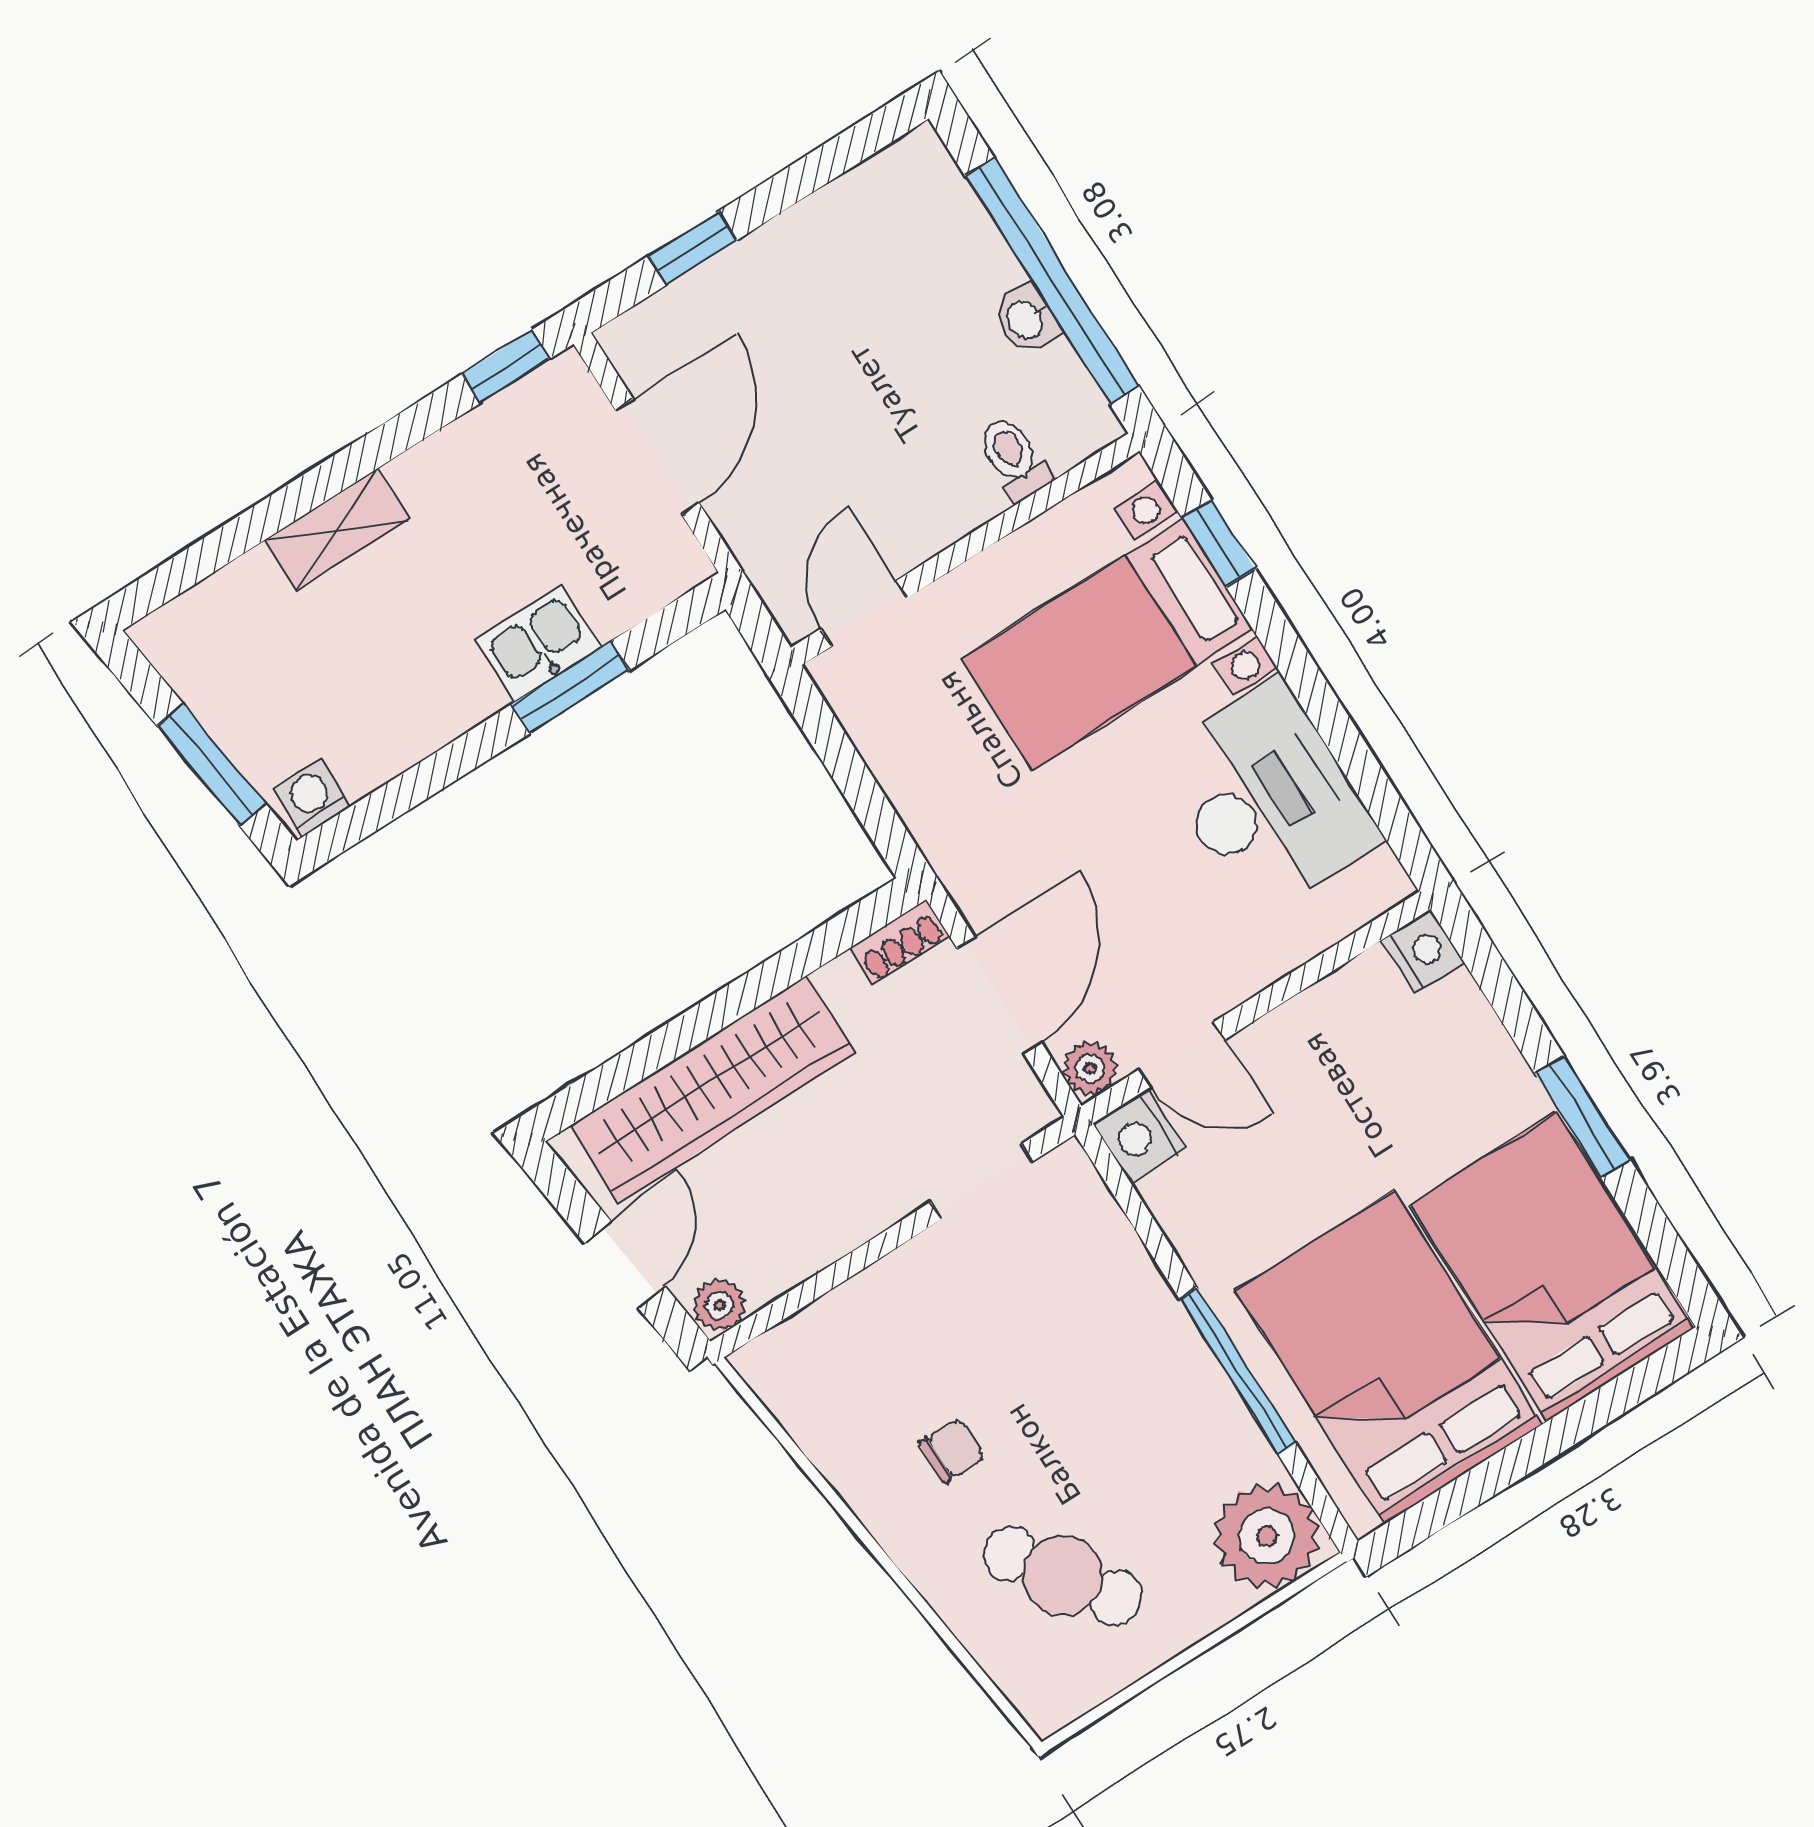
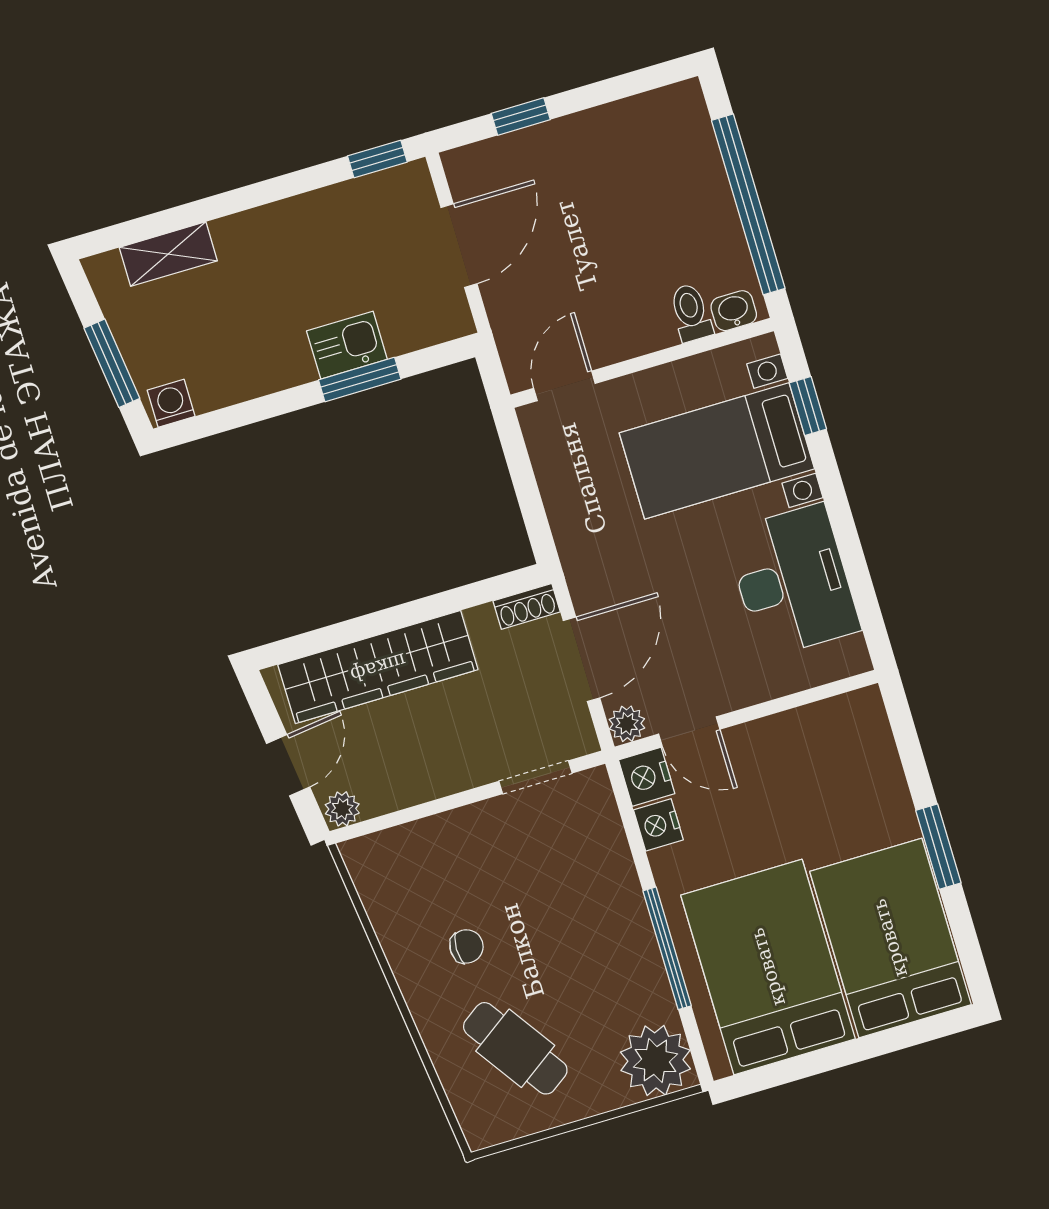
washbasin: (1026, 319) -> (734, 311), moved, turned 90
shelving: (337, 530) -> (168, 254), moved
nightstand: (1423, 951) -> (658, 825), moved, turned 180

